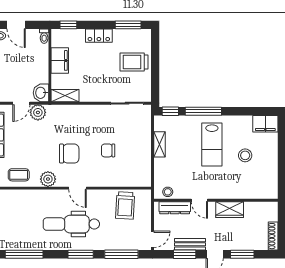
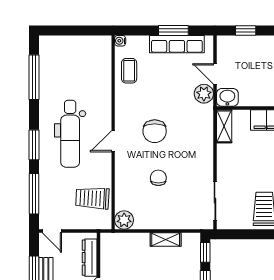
plant: (48, 179) -> (124, 220), moved
stool: (168, 192) -> (109, 249), removed
dental chair: (71, 224) -> (70, 134), turned 180

